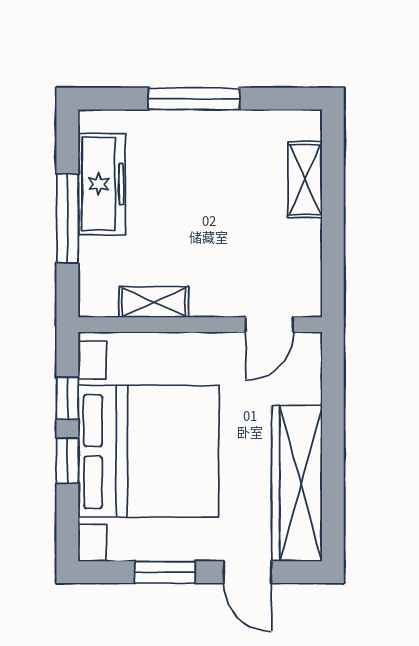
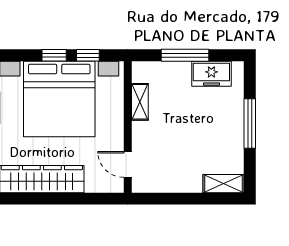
shelving: (305, 180) -> (223, 184), moved
freezer: (102, 184) -> (211, 74), width x0.71

